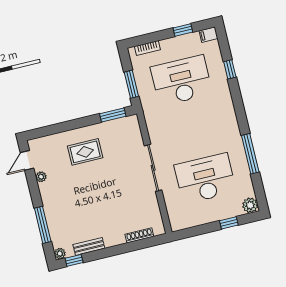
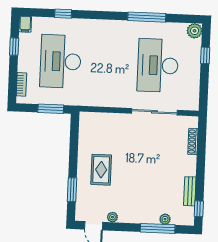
window: (113, 115) -> (72, 190), moved
sliding door: (153, 168) -> (154, 112), moved
plant: (60, 254) -> (165, 219), moved

